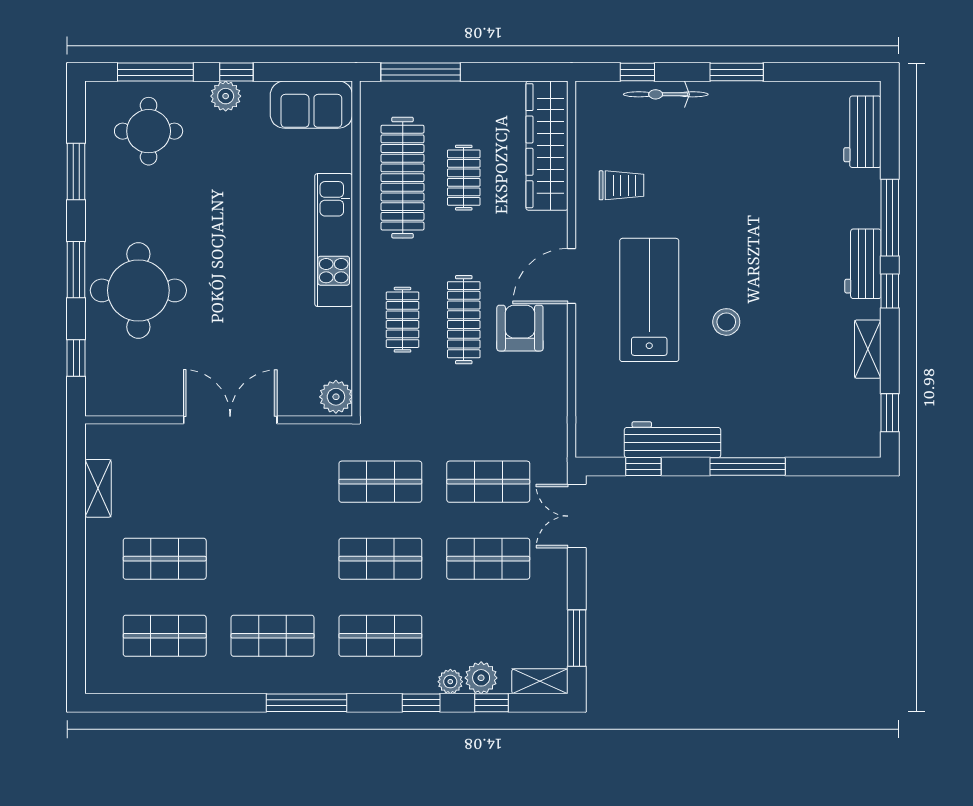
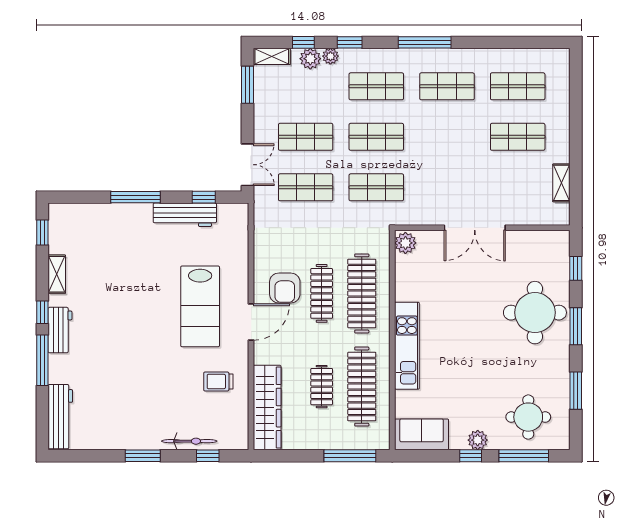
workbench: (862, 132) -> (60, 417), width x1.38
clothes rail: (403, 320) -> (362, 293), width x1.86, depth x1.31
stool: (726, 322) -> (150, 292), removed

